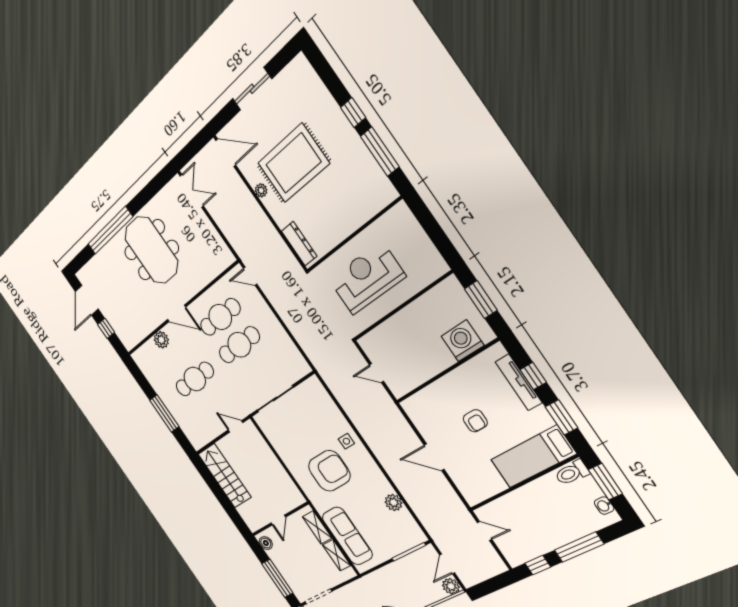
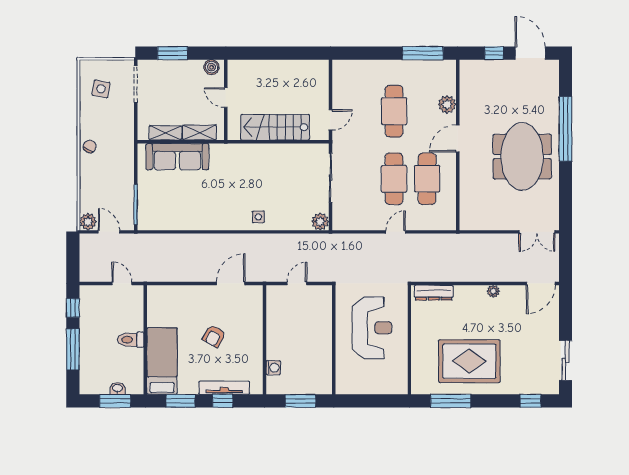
sliding door: (252, 89) -> (566, 360), moved
window: (353, 113) -> (531, 401), moved
rug: (293, 163) -> (469, 361), moved, turned 90
meeting table: (151, 250) -> (522, 157), turned 90
door: (250, 276) -> (396, 232), moved
washing machine: (462, 341) -> (273, 368), width x0.53, depth x0.53
window: (164, 413) -> (423, 53), moved
armchair: (475, 421) -> (214, 336), turned -60
door: (434, 457) -> (231, 283), moved
armchair: (329, 471) -> (242, 182), removed
toilet: (572, 473) -> (131, 340), moved, turned -90
stairs: (225, 476) -> (275, 127), moved, turned 180
plant: (394, 503) -> (320, 222), moved
washbasin: (604, 506) -> (117, 388), moved
door: (485, 531) -> (122, 283), swing flipped
window: (277, 578) -> (173, 53), width x0.69

